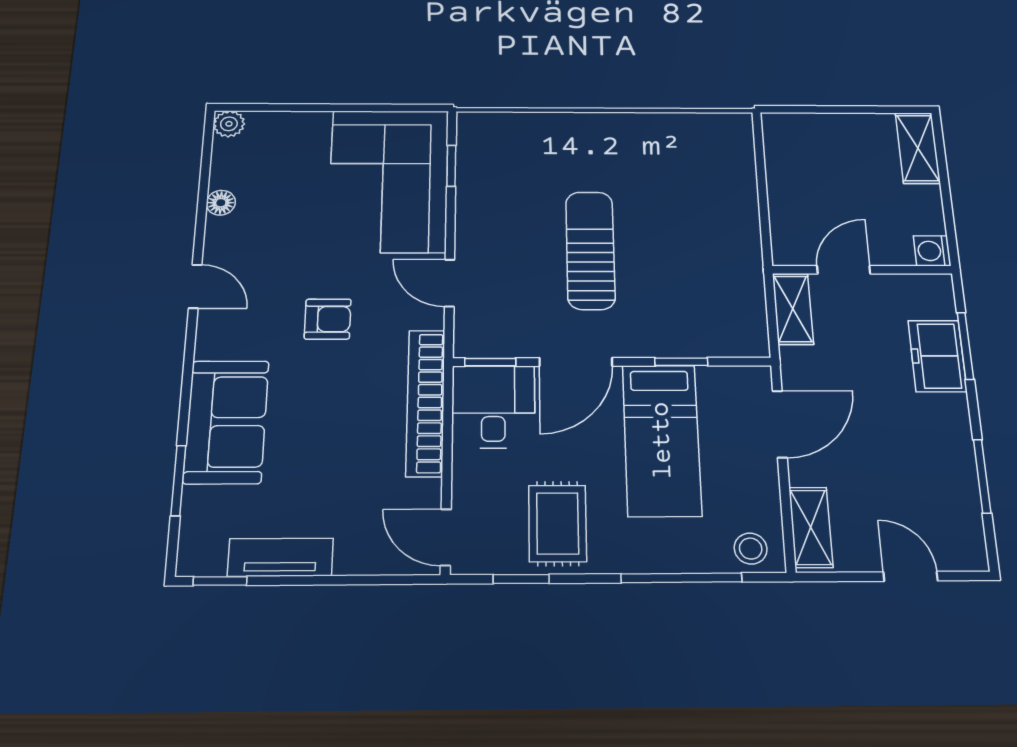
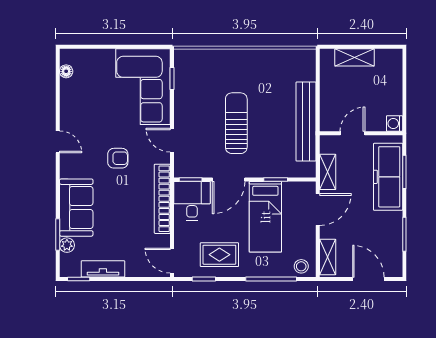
plant: (229, 124) -> (67, 245), moved
shelving: (918, 148) -> (355, 57), moved, turned 90
floor lamp: (221, 203) -> (66, 71), moved
bench: (741, 247) -> (306, 122), added
shelving: (793, 309) -> (328, 172), moved
freezer: (937, 356) -> (388, 177), width x1.91, depth x1.26
rug: (558, 523) -> (219, 255), turned 90
door: (911, 576) -> (368, 279), width x1.38

